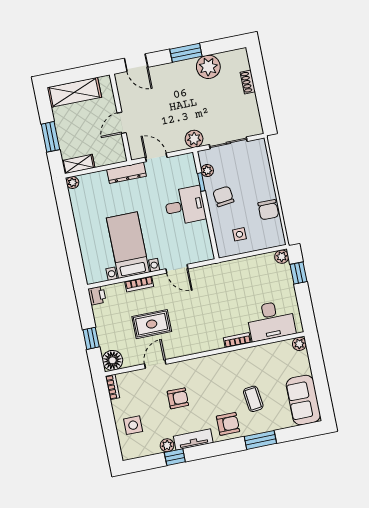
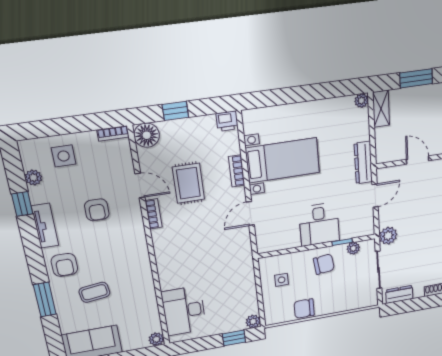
dresser: (253, 118) -> (399, 294), added
bookcase: (237, 340) -> (154, 214), moved
plant: (167, 445) -> (33, 178), moved

